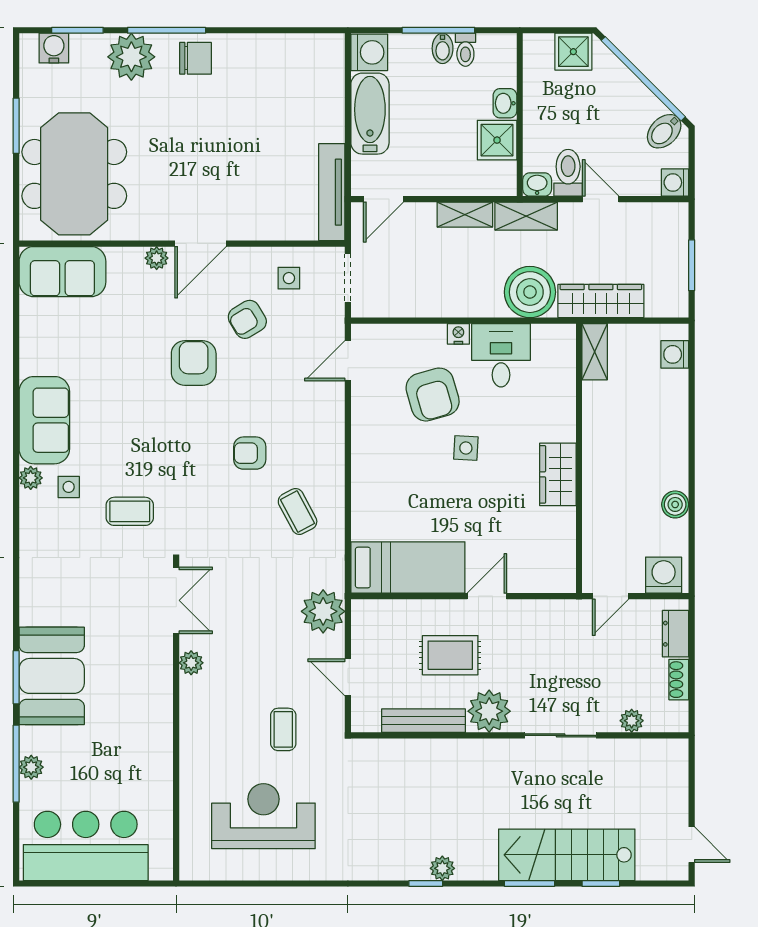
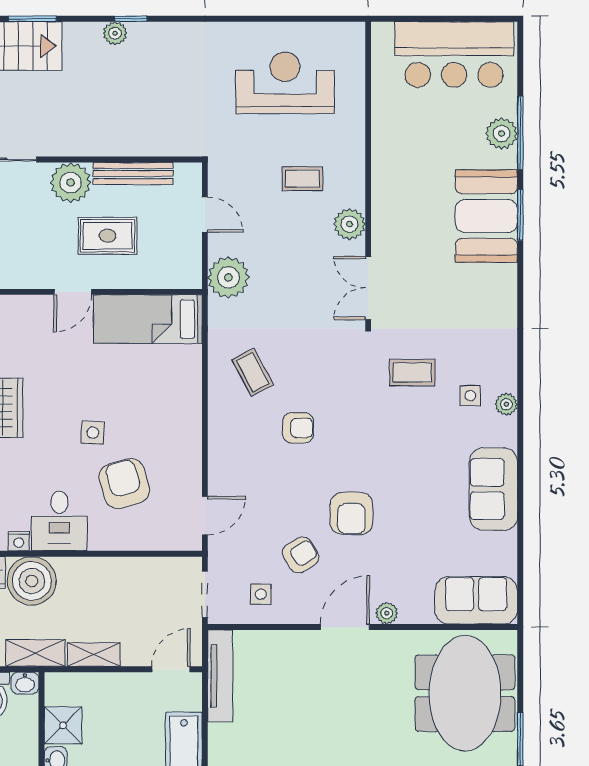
nightstand: (458, 334) -> (19, 541), moved
sofa: (44, 420) -> (493, 489), moved
plant: (191, 663) -> (350, 224), width x1.38, depth x1.38
coffee table: (283, 729) -> (302, 179), moved, turned 90
plant: (31, 767) -> (502, 134), width x1.38, depth x1.38
reception desk: (263, 816) -> (285, 83), turned 180

